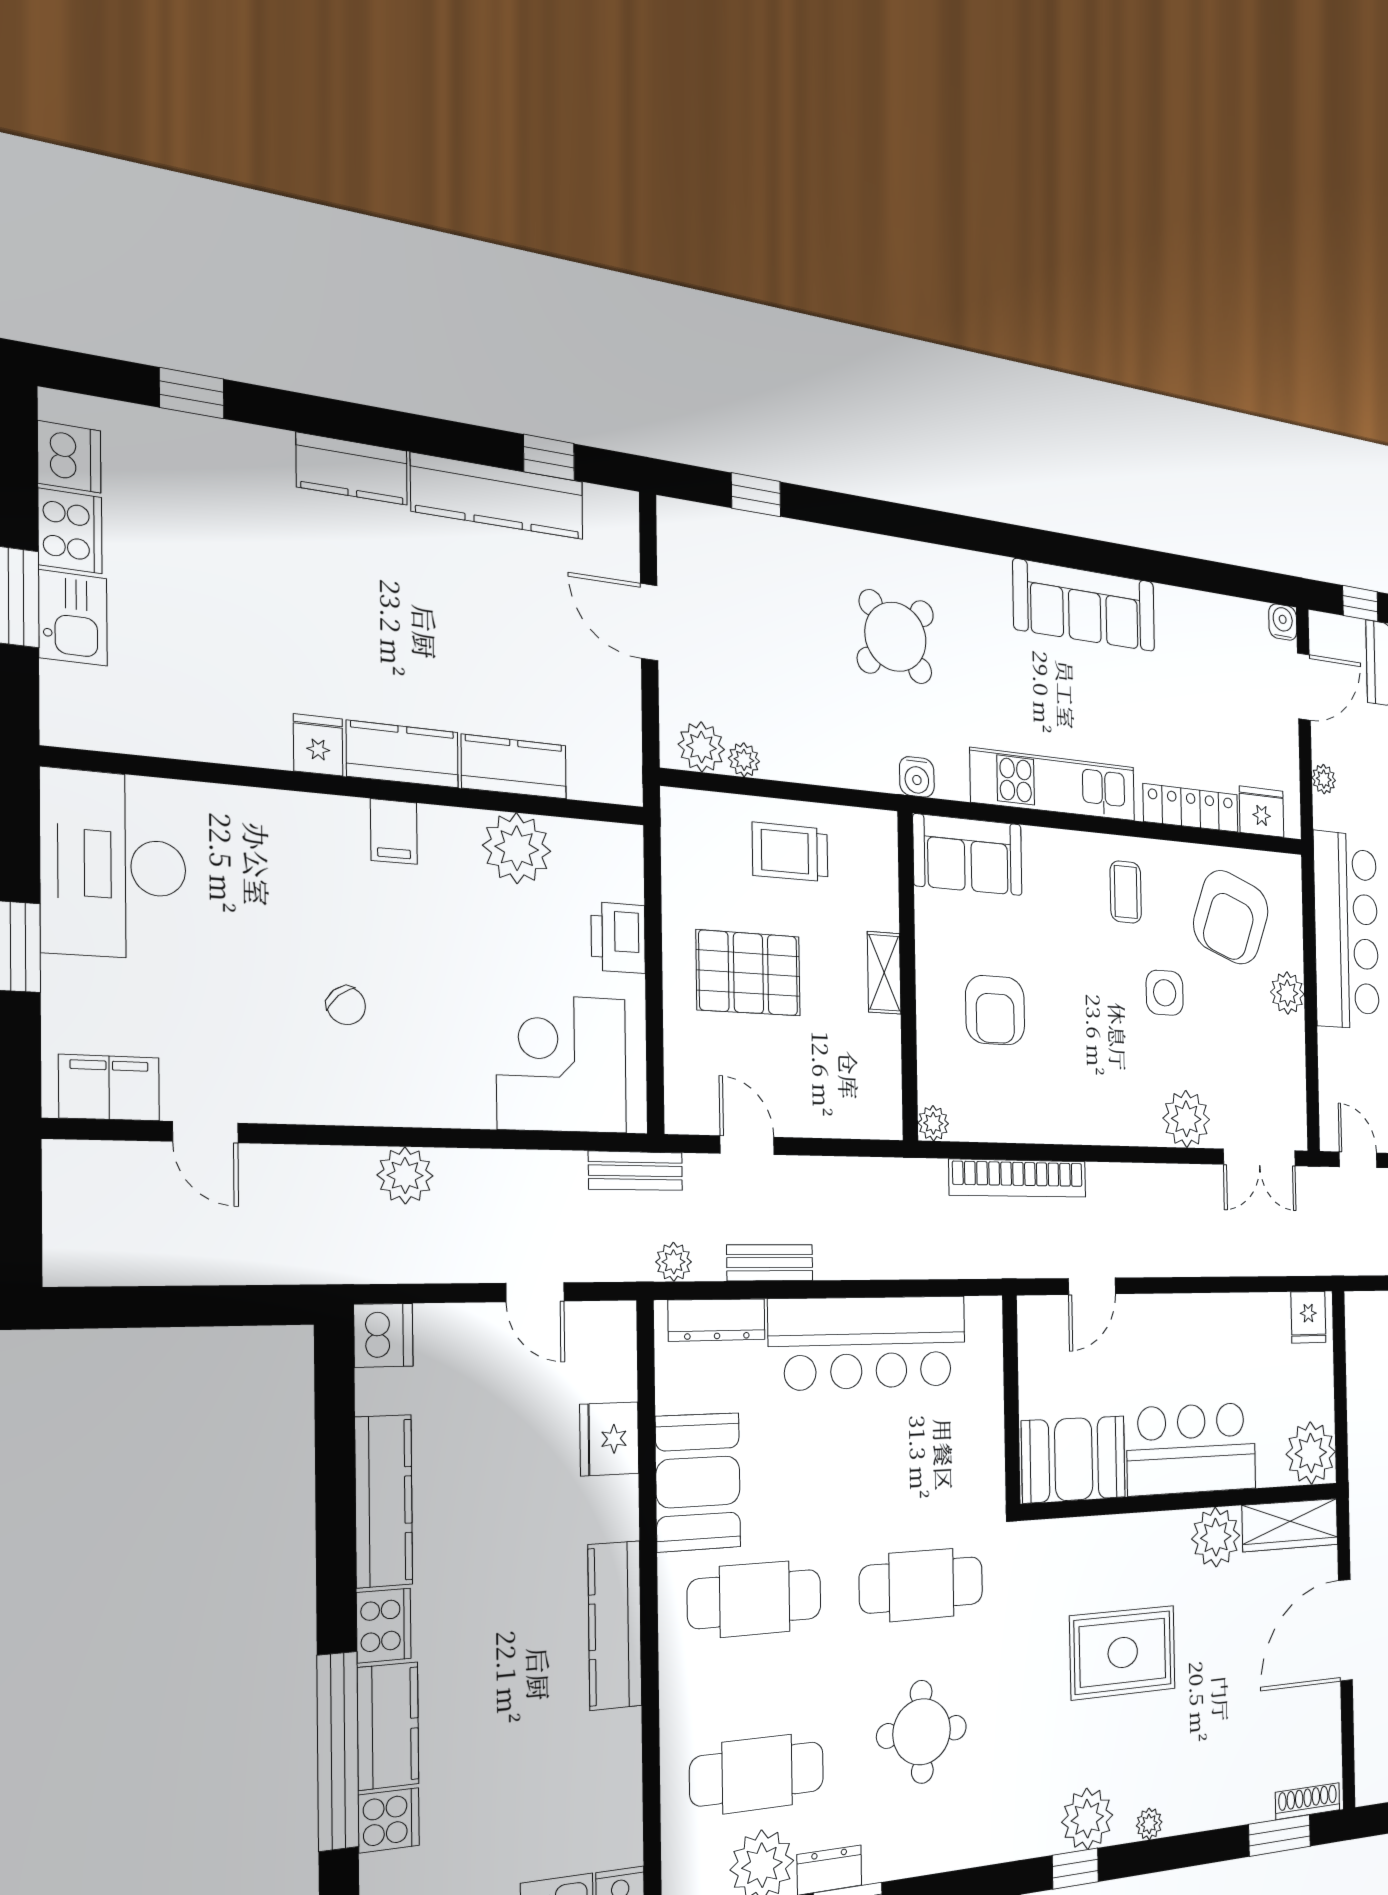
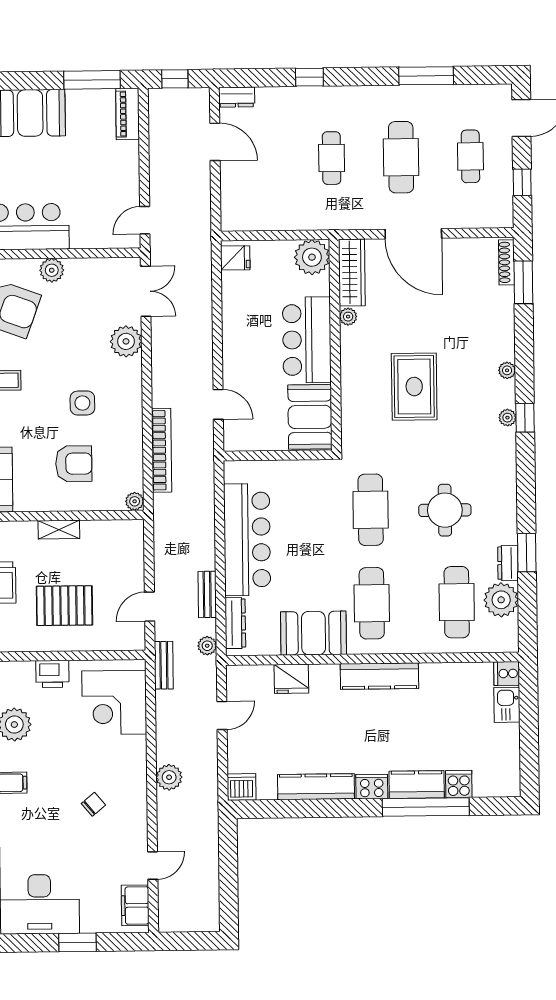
pallet: (748, 973) -> (64, 606), turned 90
side table: (1165, 993) -> (82, 403), moved
plant: (1216, 1537) -> (348, 317), width x0.53, depth x0.53
plant: (1087, 1819) -> (507, 418), width x0.53, depth x0.53

